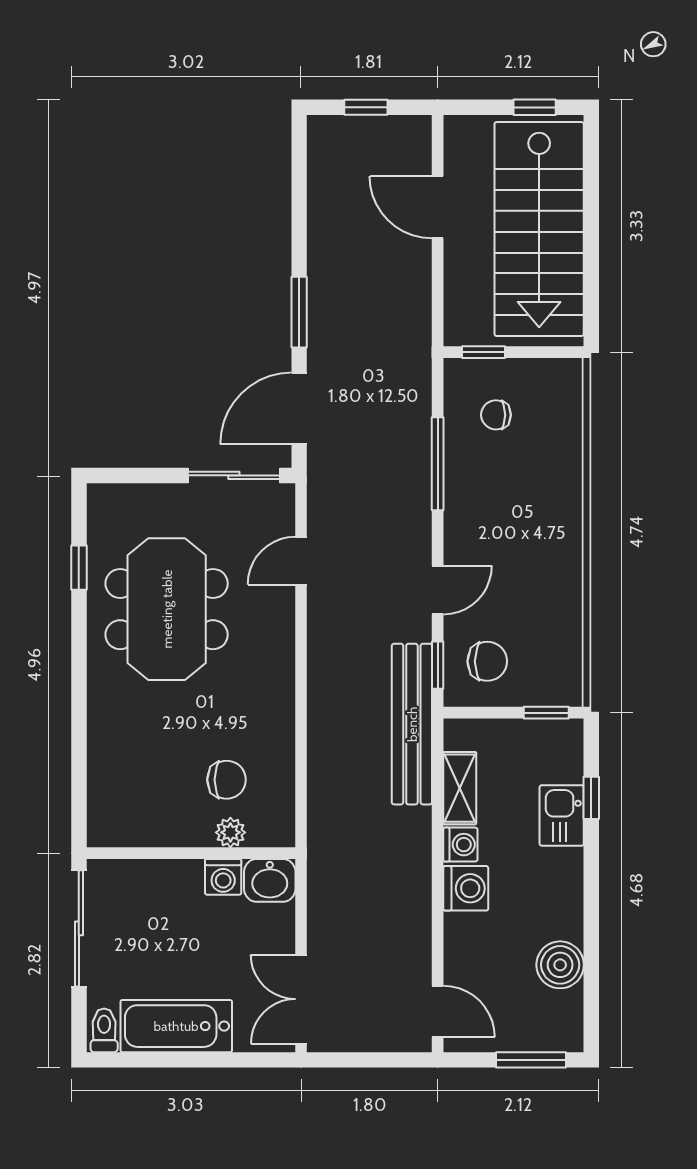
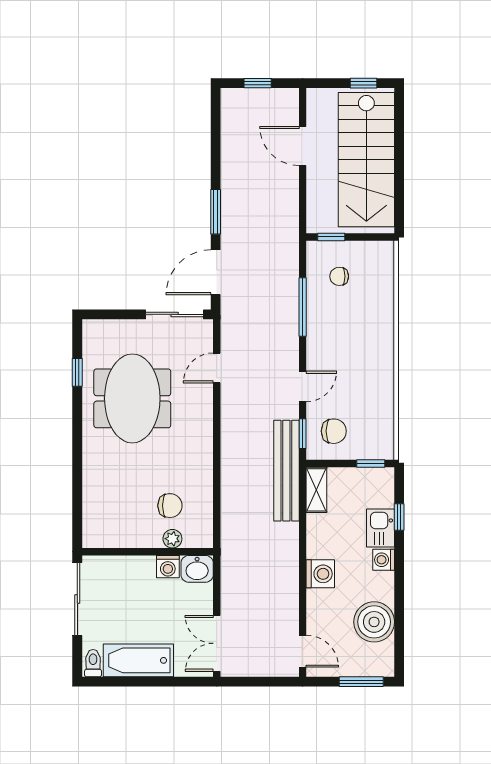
shelving: (460, 788) -> (316, 490), moved
washing machine: (460, 845) -> (384, 560), moved, turned 180
boiler: (560, 965) -> (374, 622), width x1.37, depth x1.37

